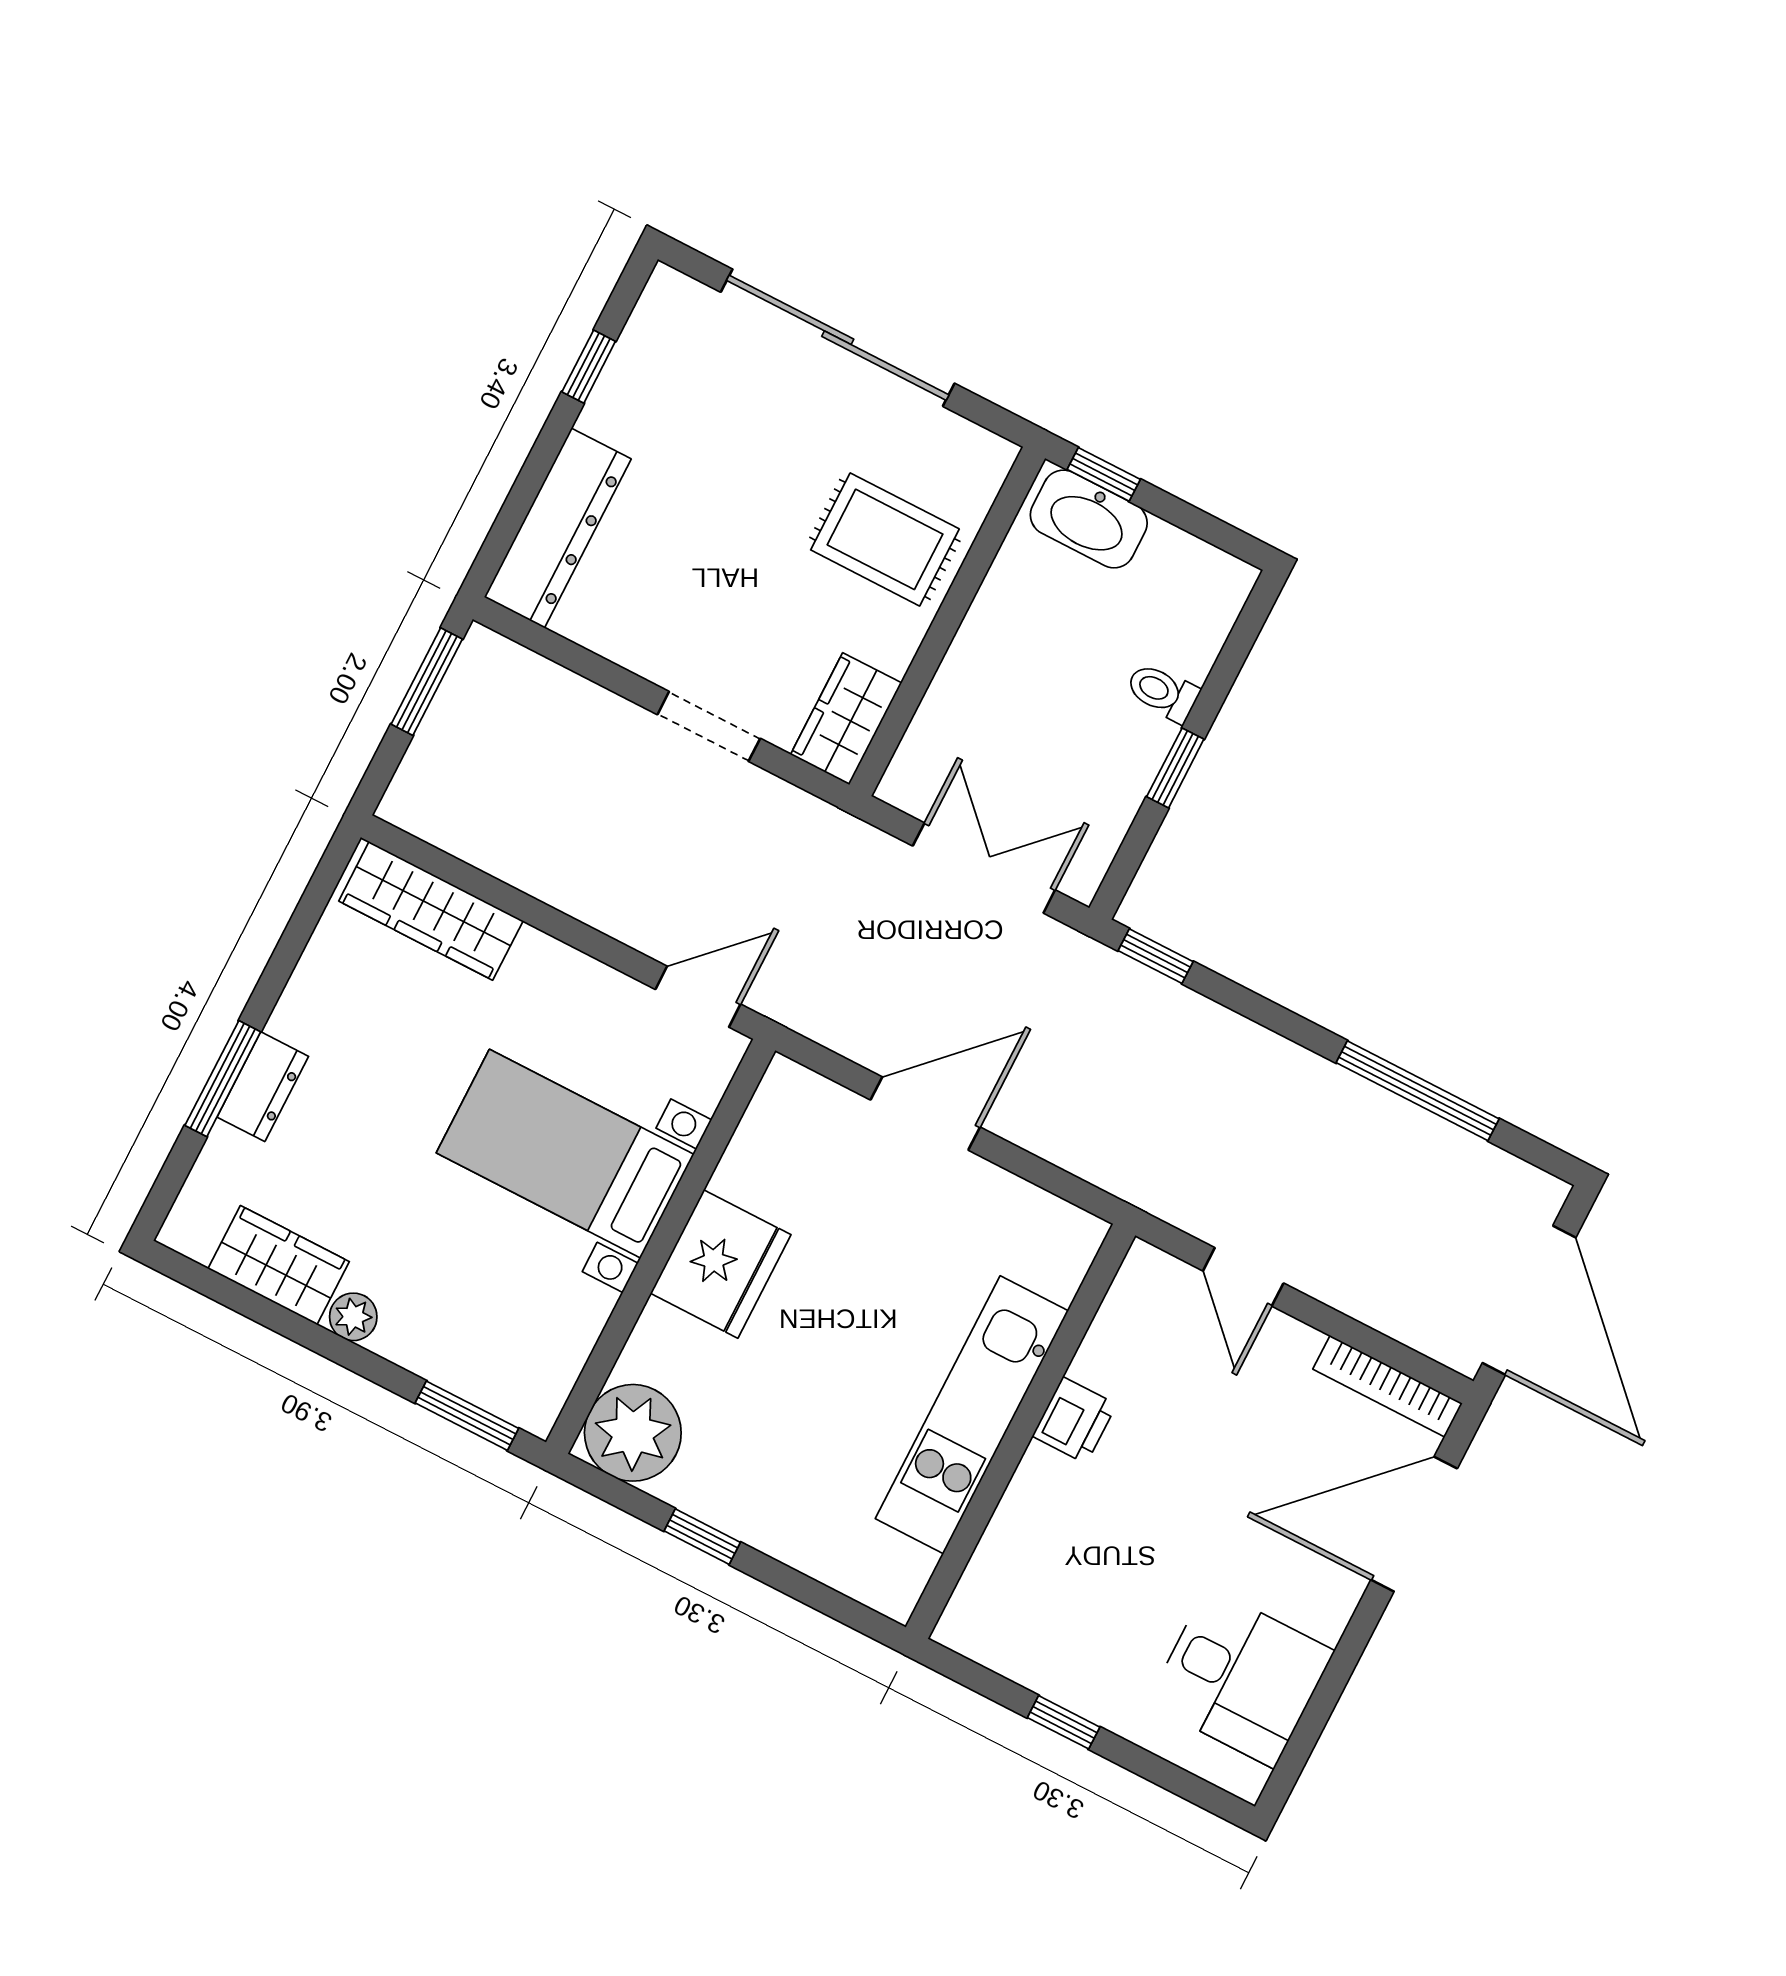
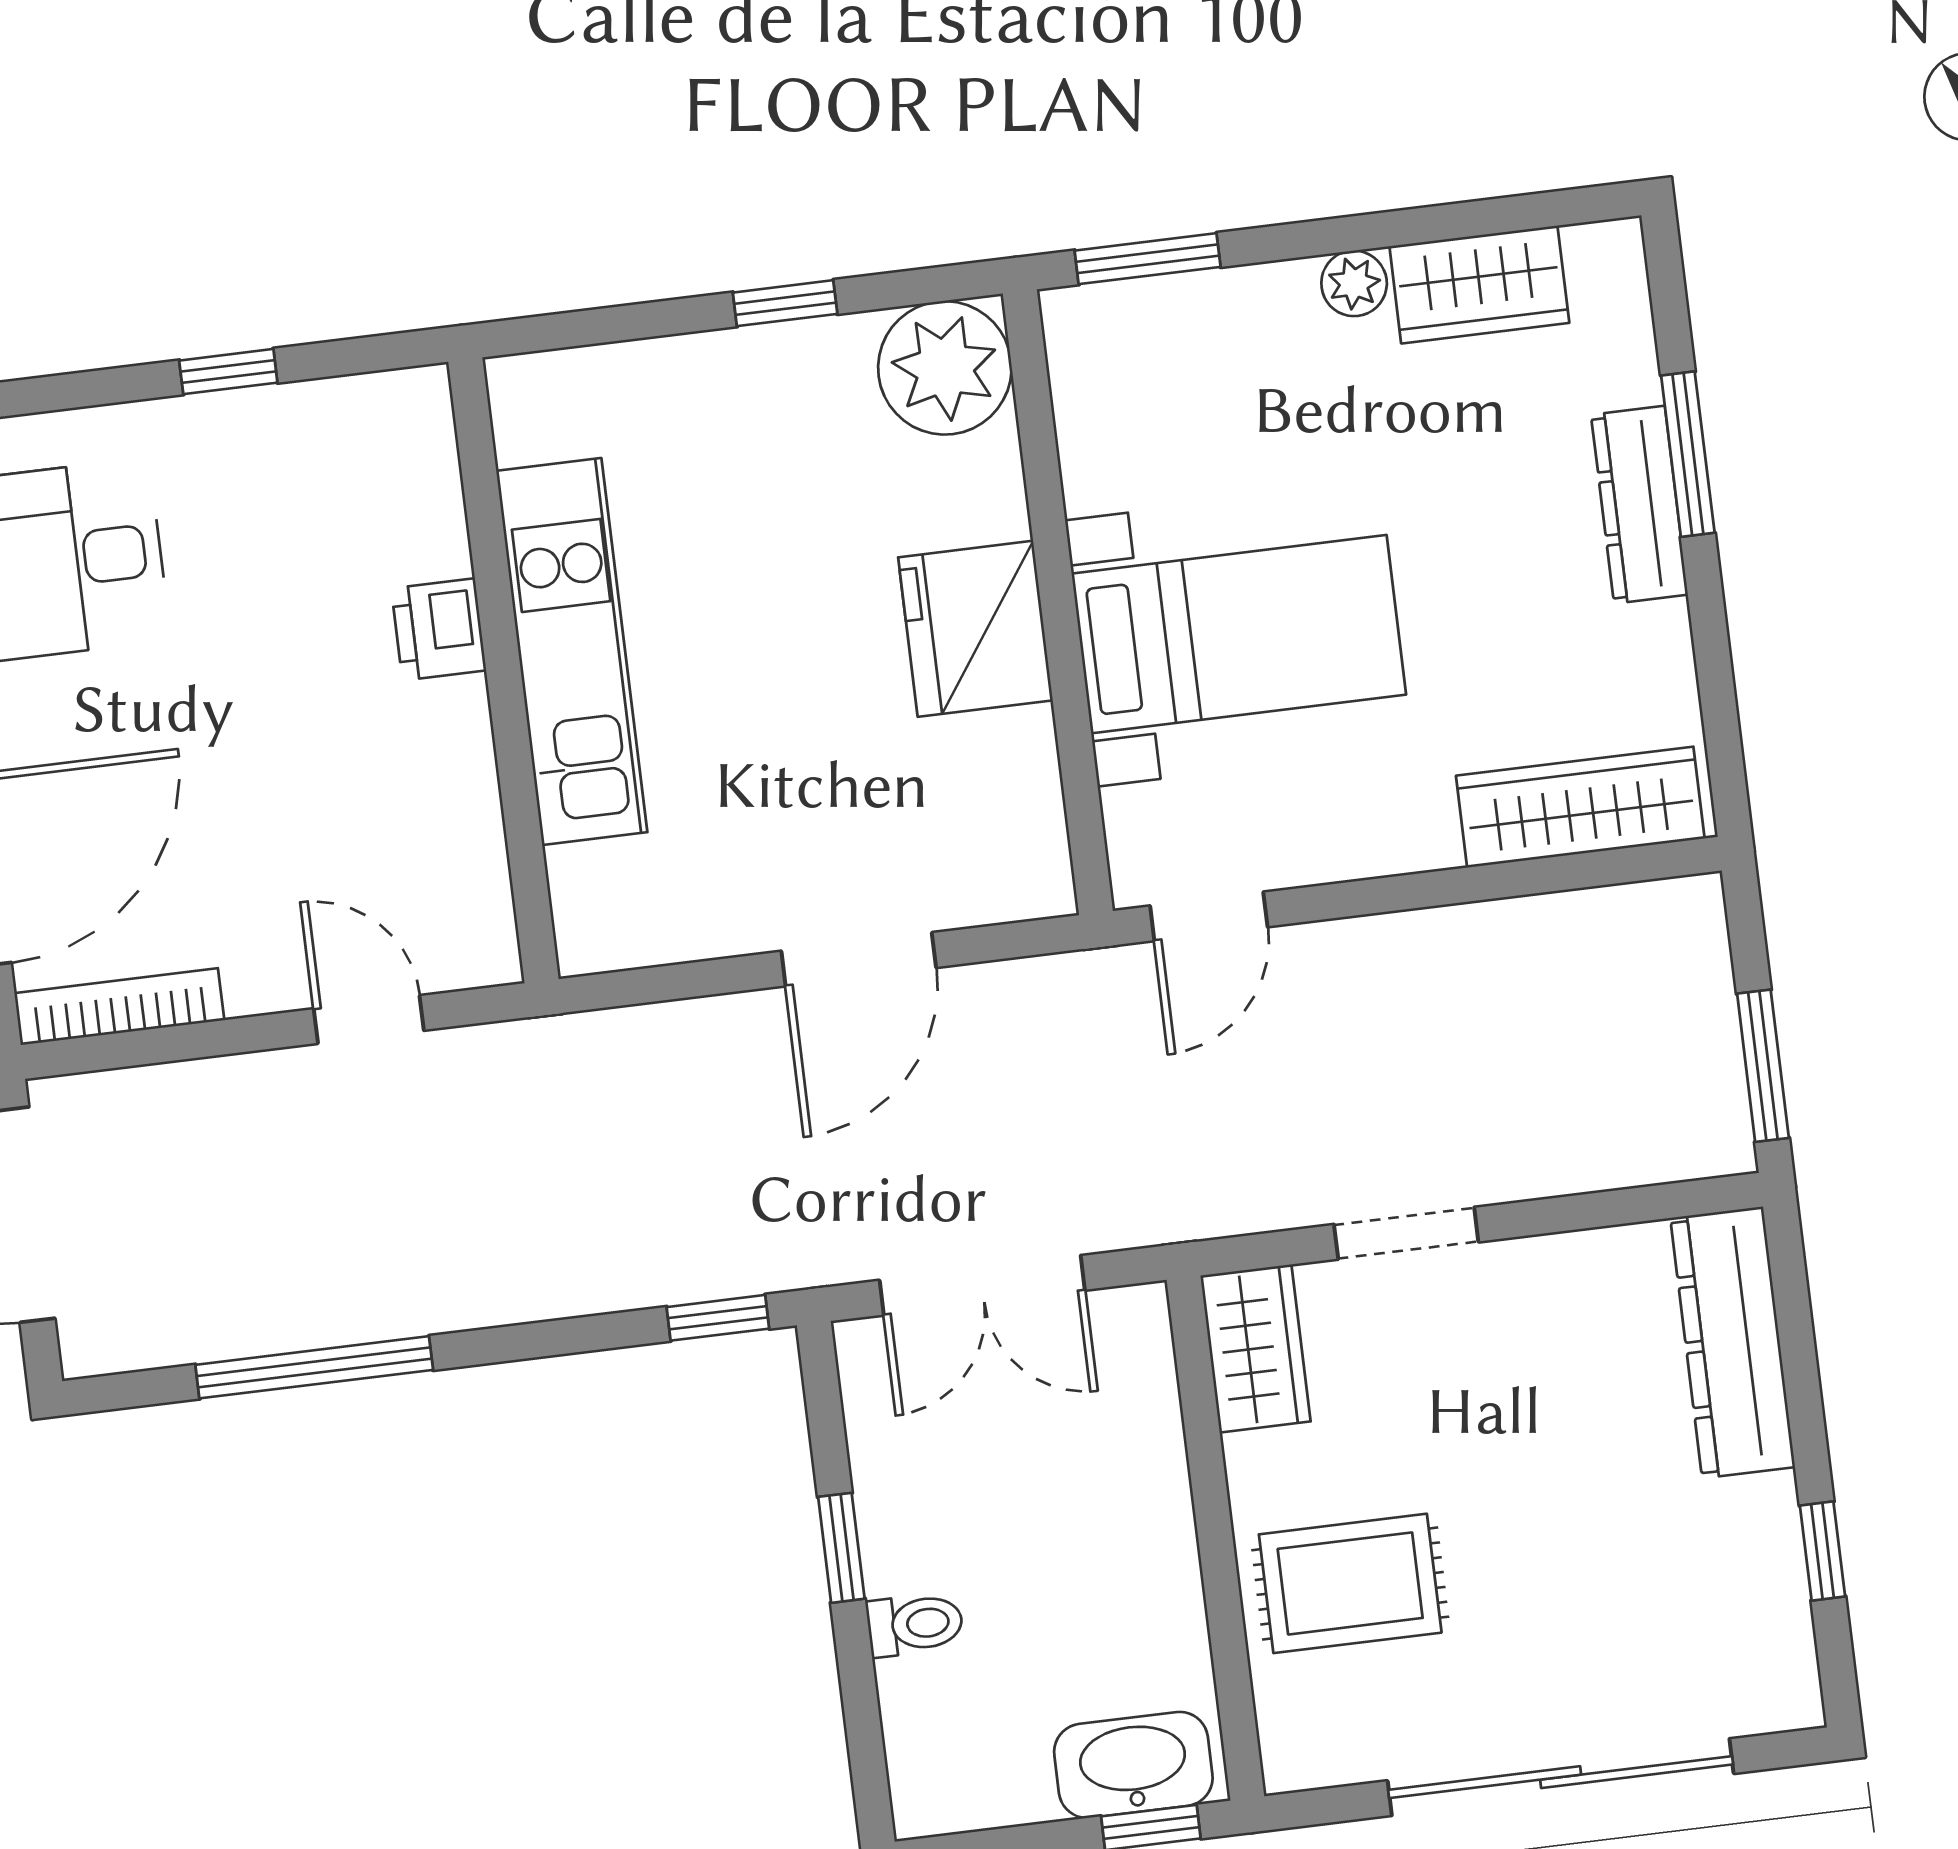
dresser: (263, 1087) -> (1639, 505), width x1.44
printer: (1074, 1420) -> (439, 629), moved

